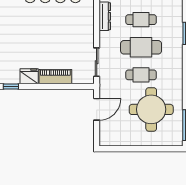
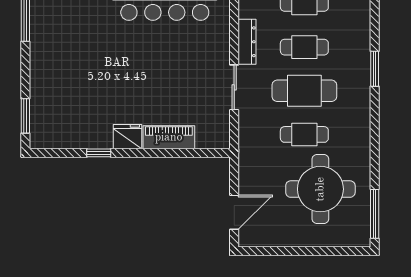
sliding door: (97, 62) -> (234, 87), moved
door: (97, 109) -> (234, 212), moved

